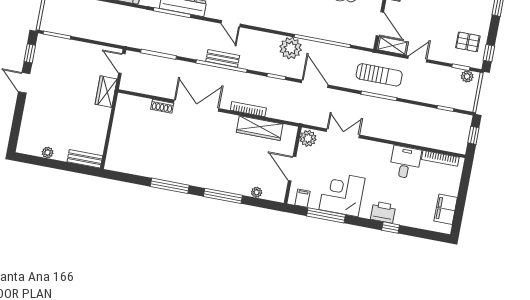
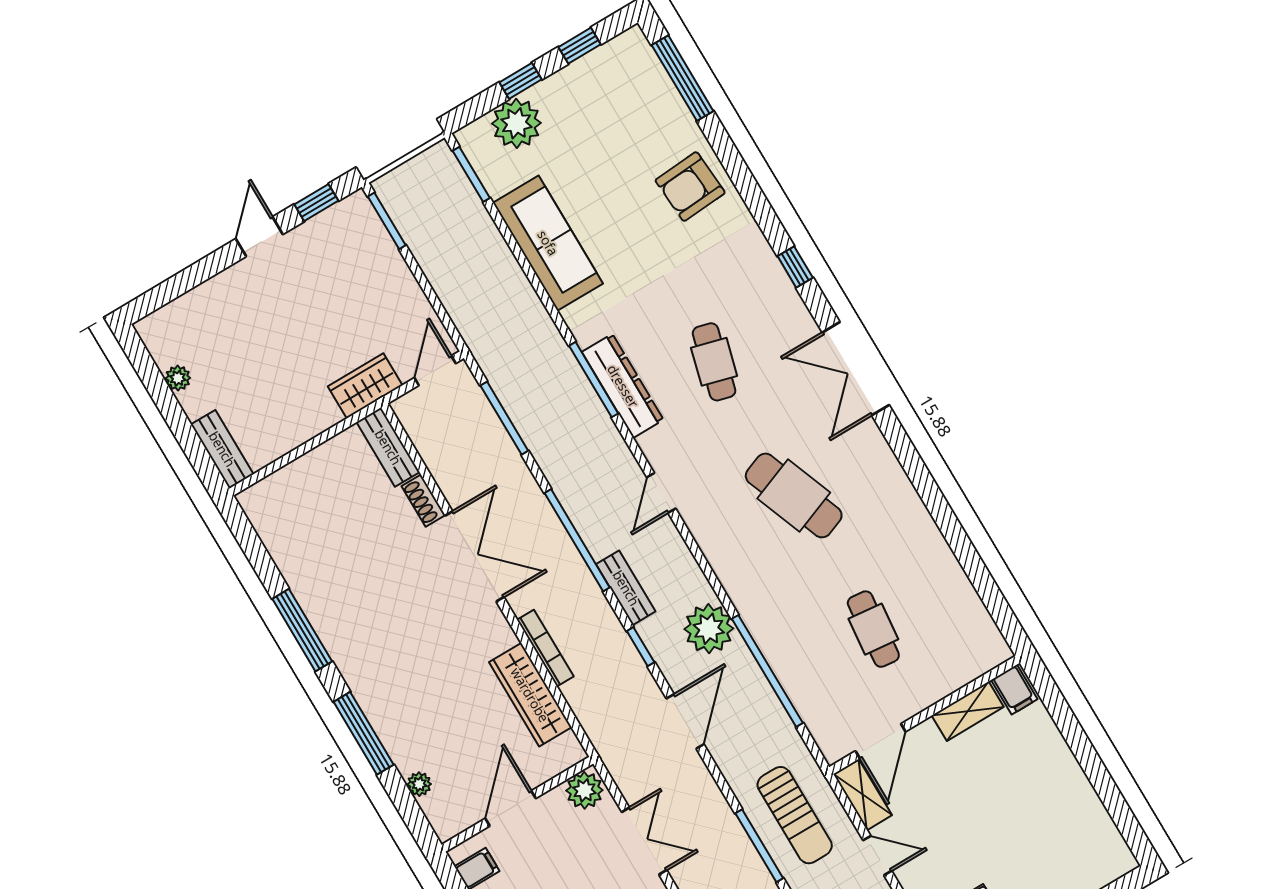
bench: (223, 58) -> (626, 588), moved
bench: (134, 102) -> (388, 447), added

